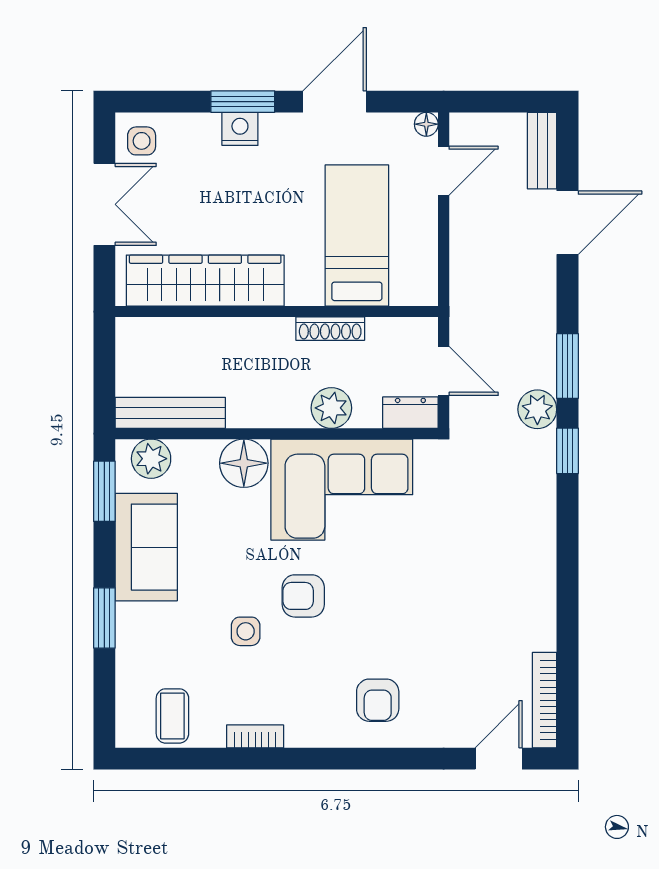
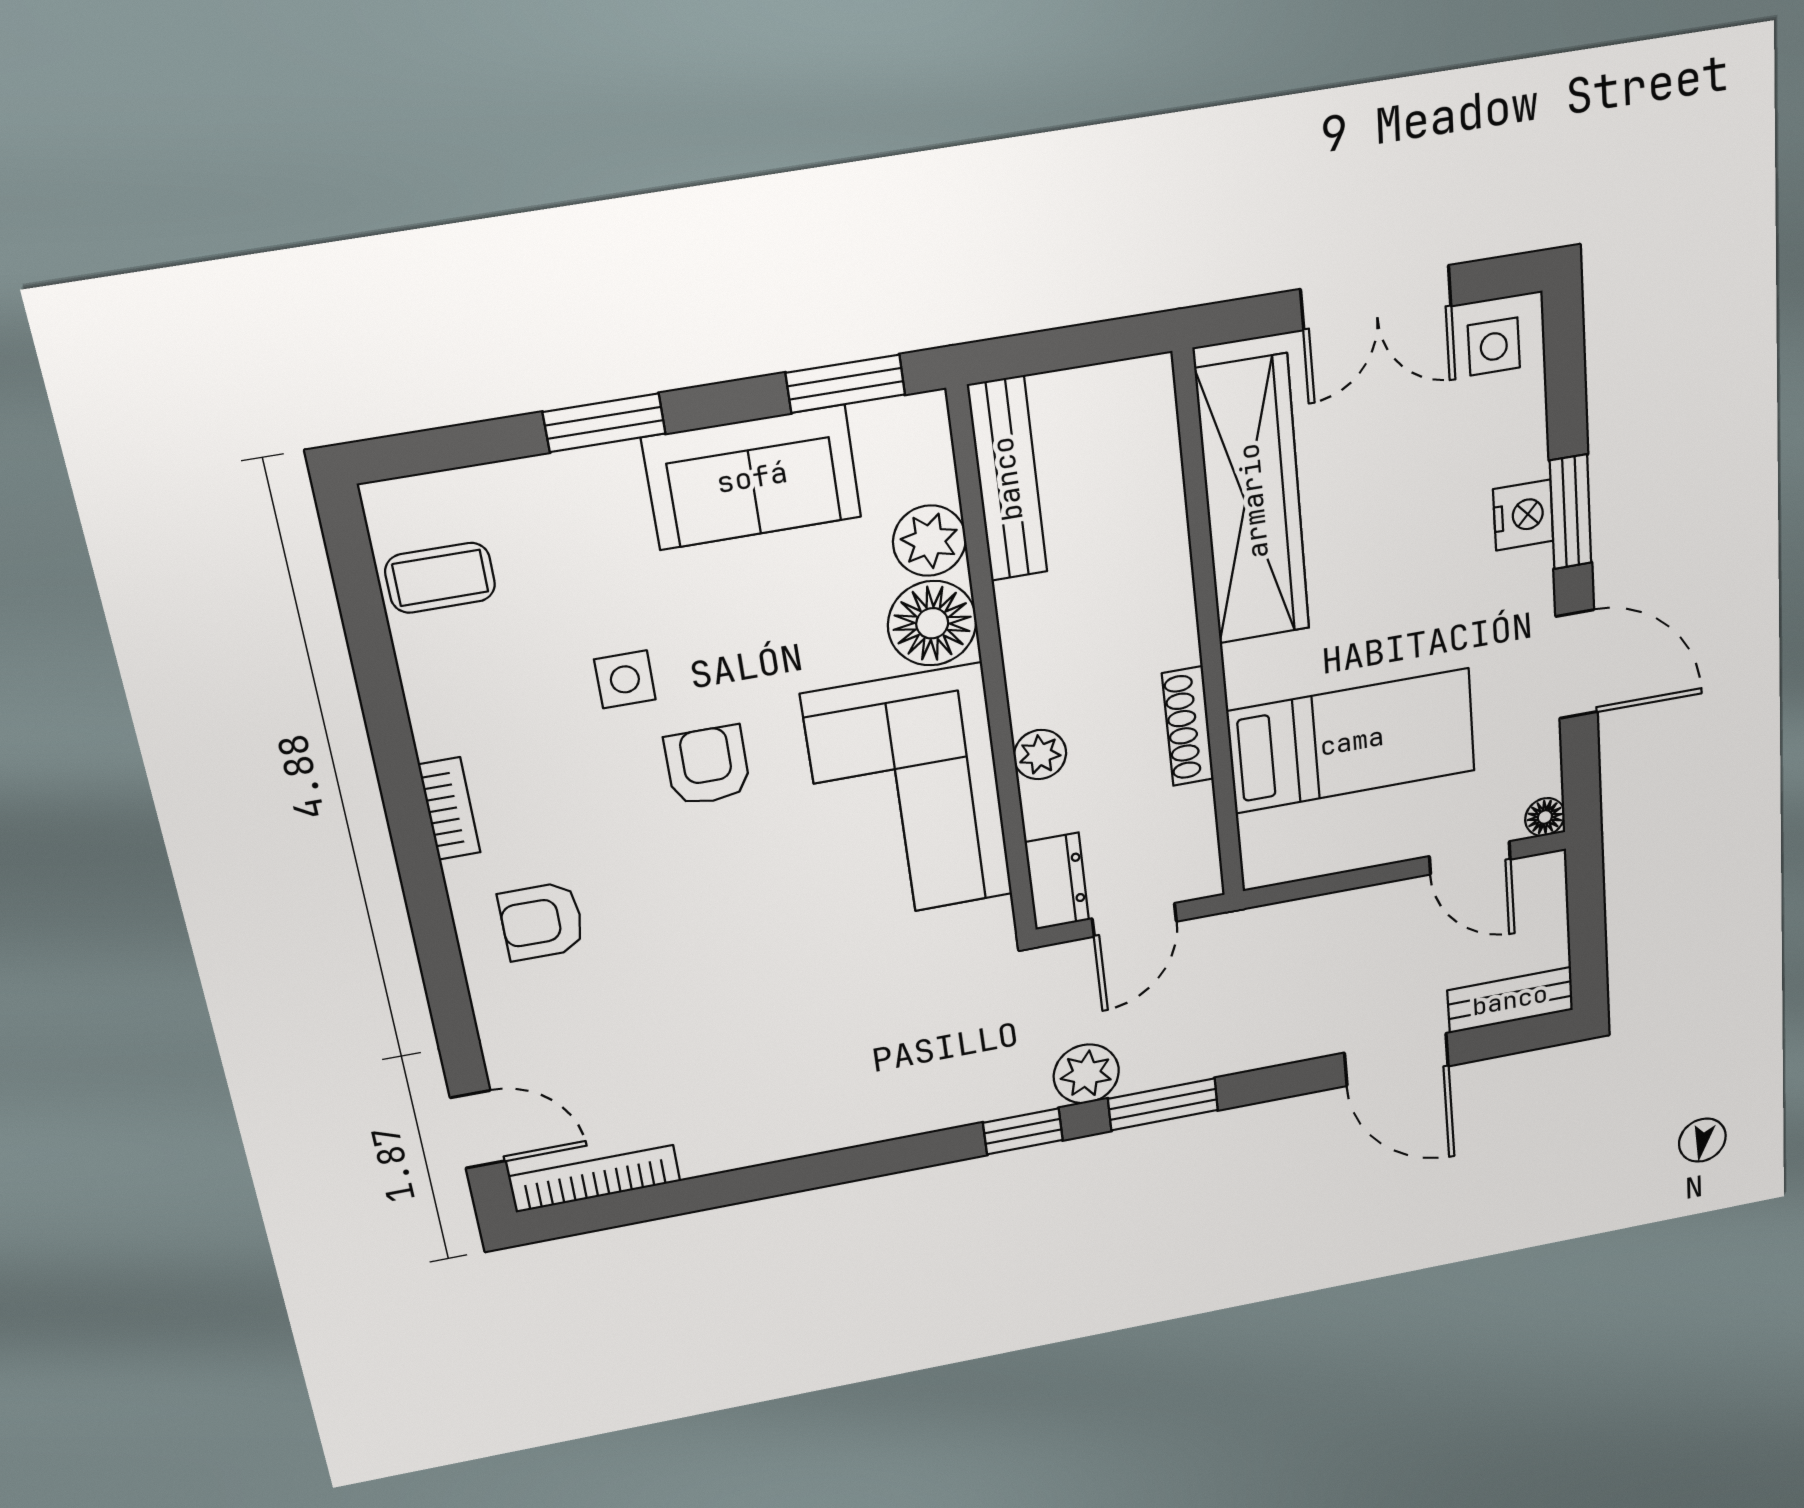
plant: (331, 408) -> (1040, 755), width x0.73, depth x0.73
plant: (151, 459) -> (929, 541), moved
bookcase: (255, 736) -> (449, 809), moved

